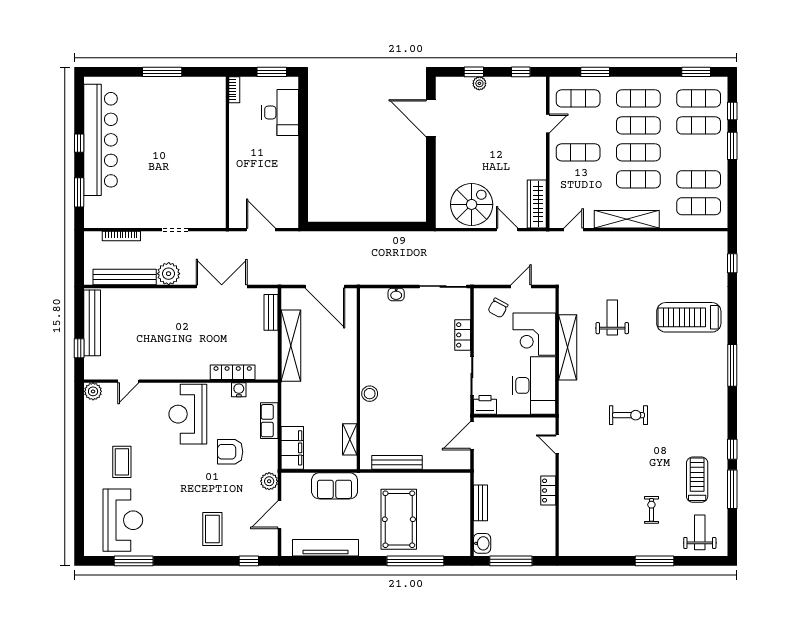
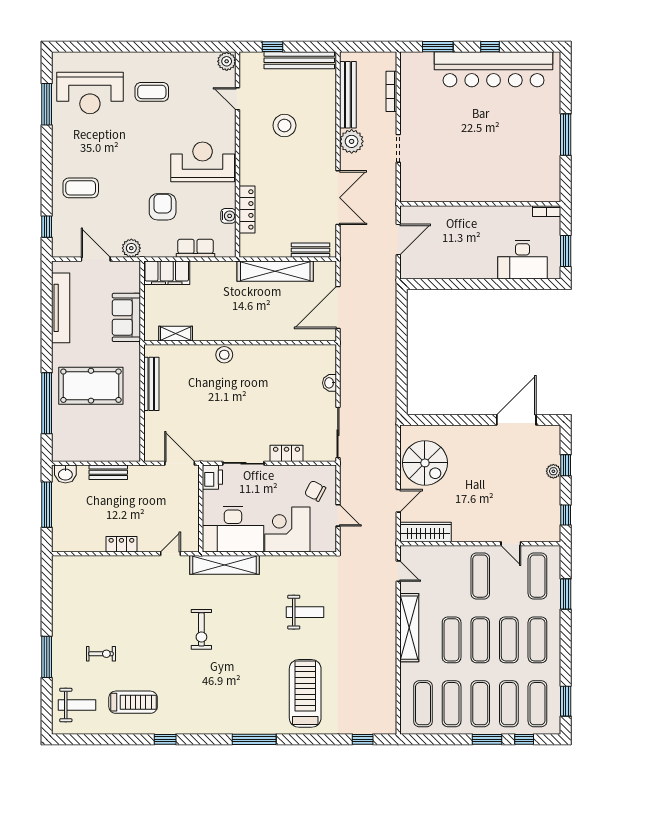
exercise mat: (699, 152) -> (480, 704), added
stool: (154, 337) -> (284, 125), added
shelving: (568, 347) -> (224, 565), moved
window: (732, 489) -> (123, 739), removed

